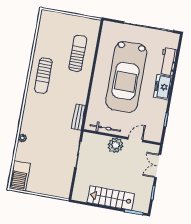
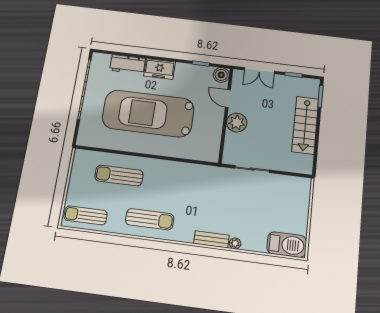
sun lounger: (49, 28) -> (86, 215), added
car: (126, 77) -> (148, 113), turned 180
bench: (78, 117) -> (211, 239), moved
bicycle: (105, 128) -> (215, 136), removed
boiler: (155, 136) -> (221, 75), added

